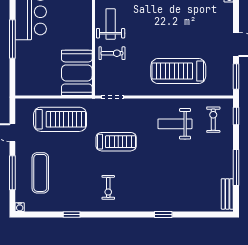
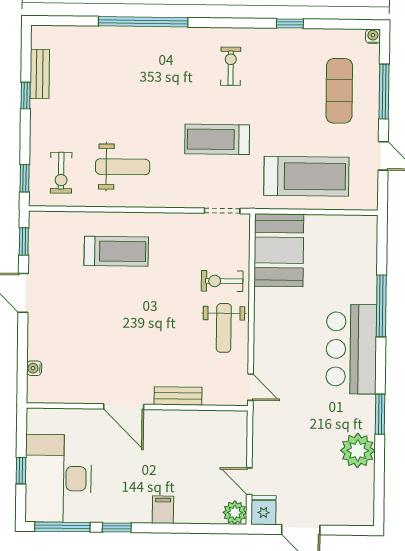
treadmill: (178, 71) -> (116, 251), width x0.73, depth x0.73
window: (236, 76) -> (24, 241), width x0.67
treadmill: (60, 119) -> (306, 176), turned 180
window: (236, 168) -> (26, 96), width x0.46
bench: (227, 194) -> (40, 74), moved
window: (163, 214) -> (143, 22), width x3.17

